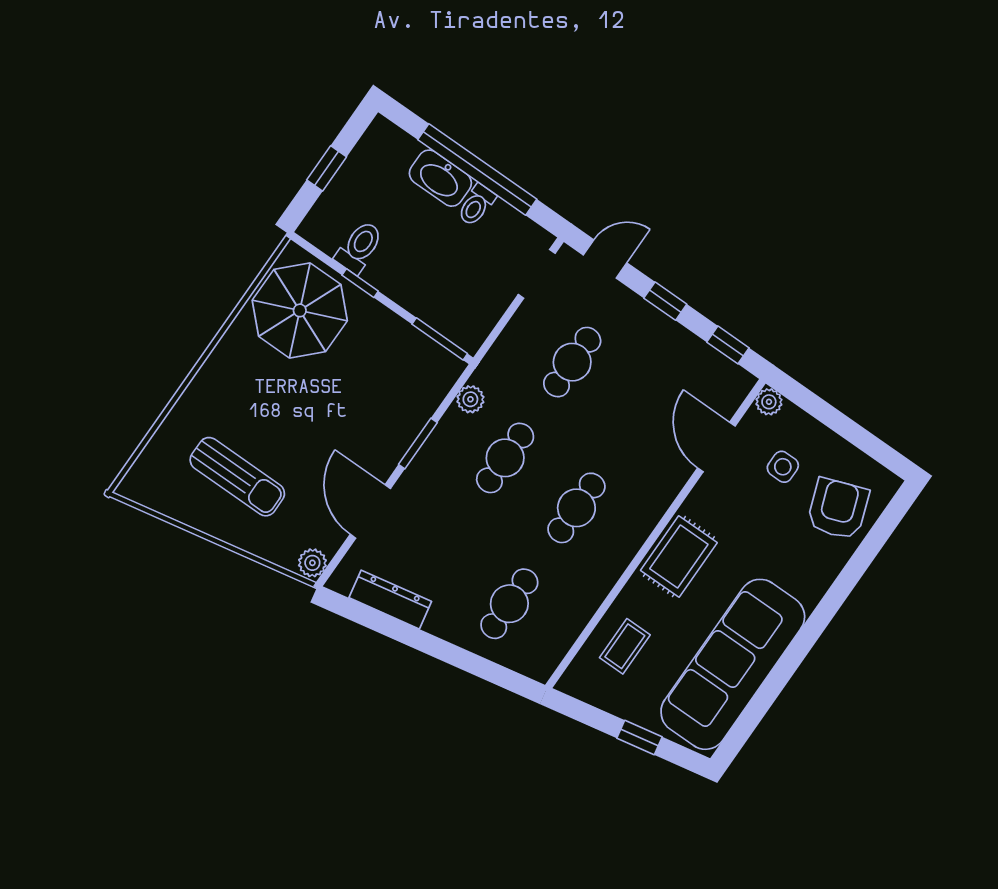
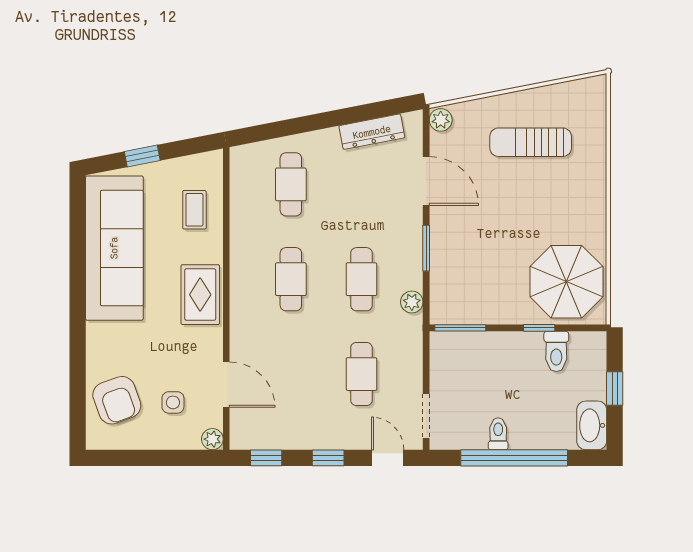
washbasin: (440, 178) -> (592, 425), moved, turned -90
door: (605, 259) -> (388, 458), swing flipped

